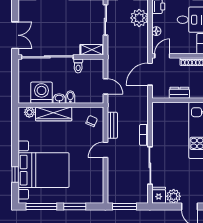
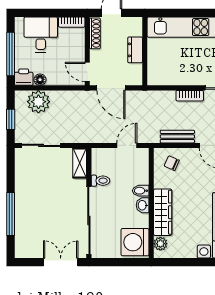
floor lamp: (156, 31) -> (40, 80), moved
washing machine: (42, 93) -> (135, 242), moved

